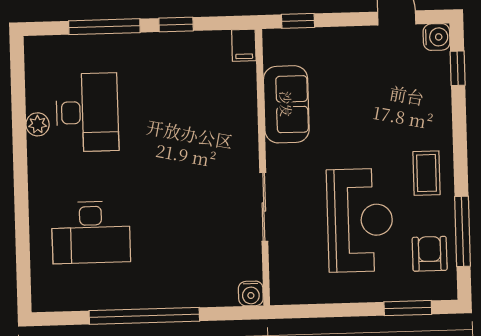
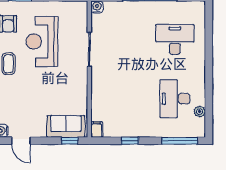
window: (104, 27) -> (180, 141), moved
sofa: (286, 104) -> (66, 126), moved, turned 90
plant: (38, 124) -> (200, 112), moved

